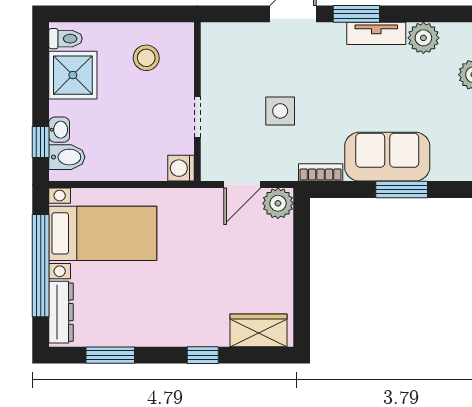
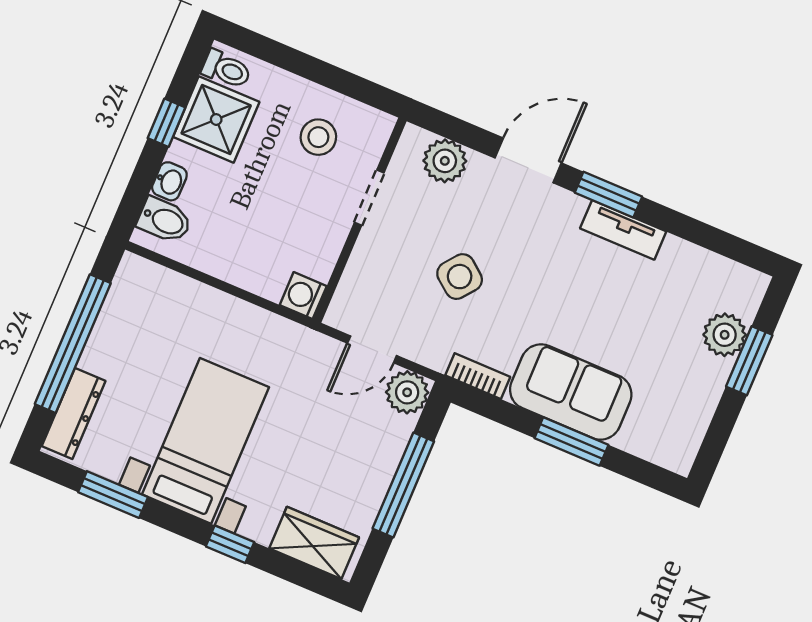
plant: (423, 38) -> (445, 161), moved
side table: (280, 111) -> (460, 277), turned 38
doorway: (197, 117) -> (369, 198), moved
window: (41, 142) -> (166, 123), moved
bed with nightstands: (103, 233) -> (206, 441), moved, turned -90
window: (302, 266) -> (403, 485), added

